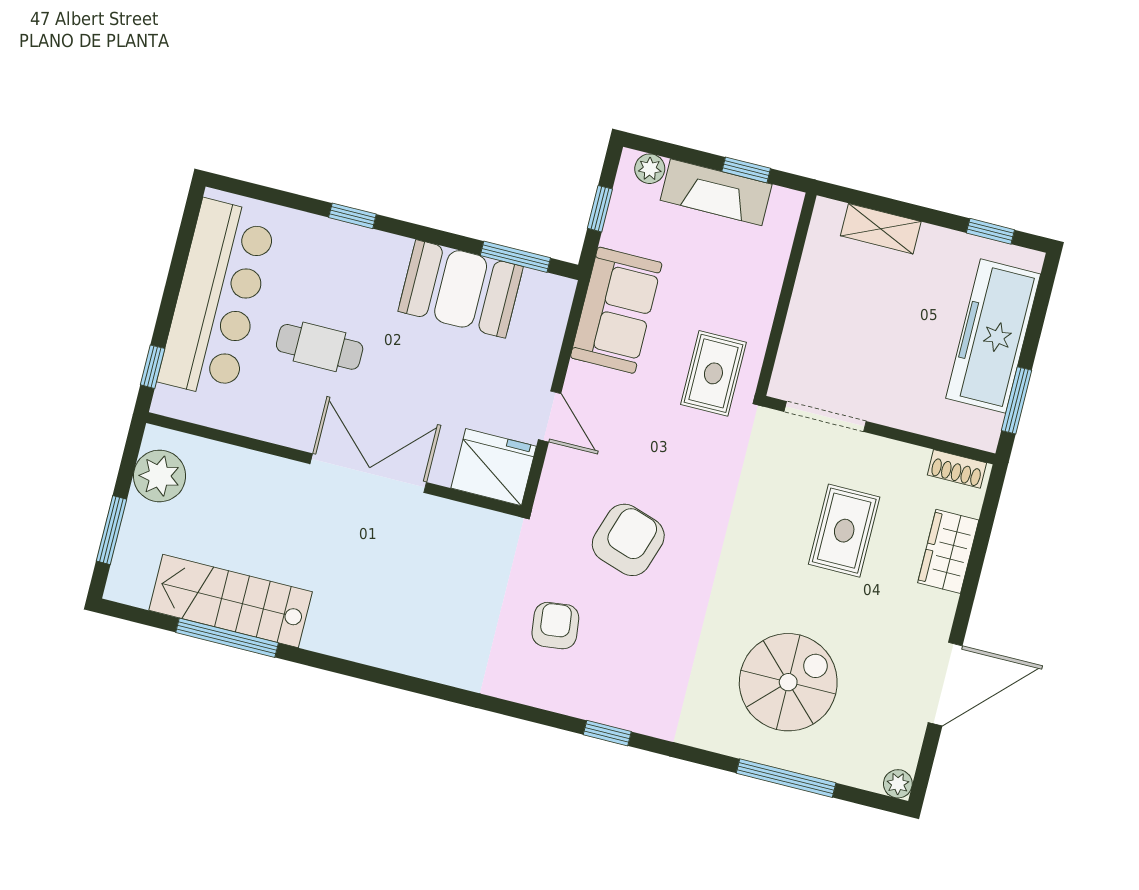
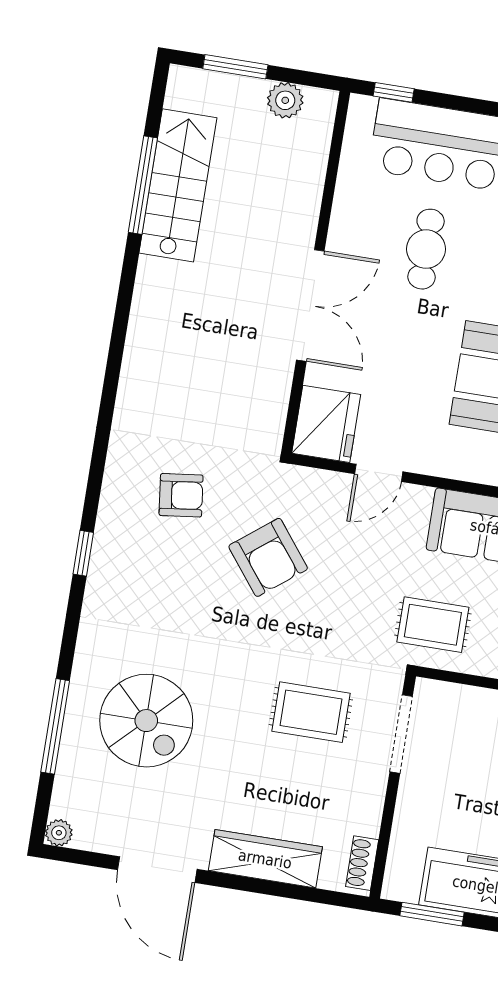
plant: (160, 476) -> (285, 100), width x0.73, depth x0.73
rug: (844, 531) -> (311, 712), moved
armchair: (628, 540) -> (268, 557), turned 34
wardrobe: (948, 551) -> (265, 859), width x1.50

